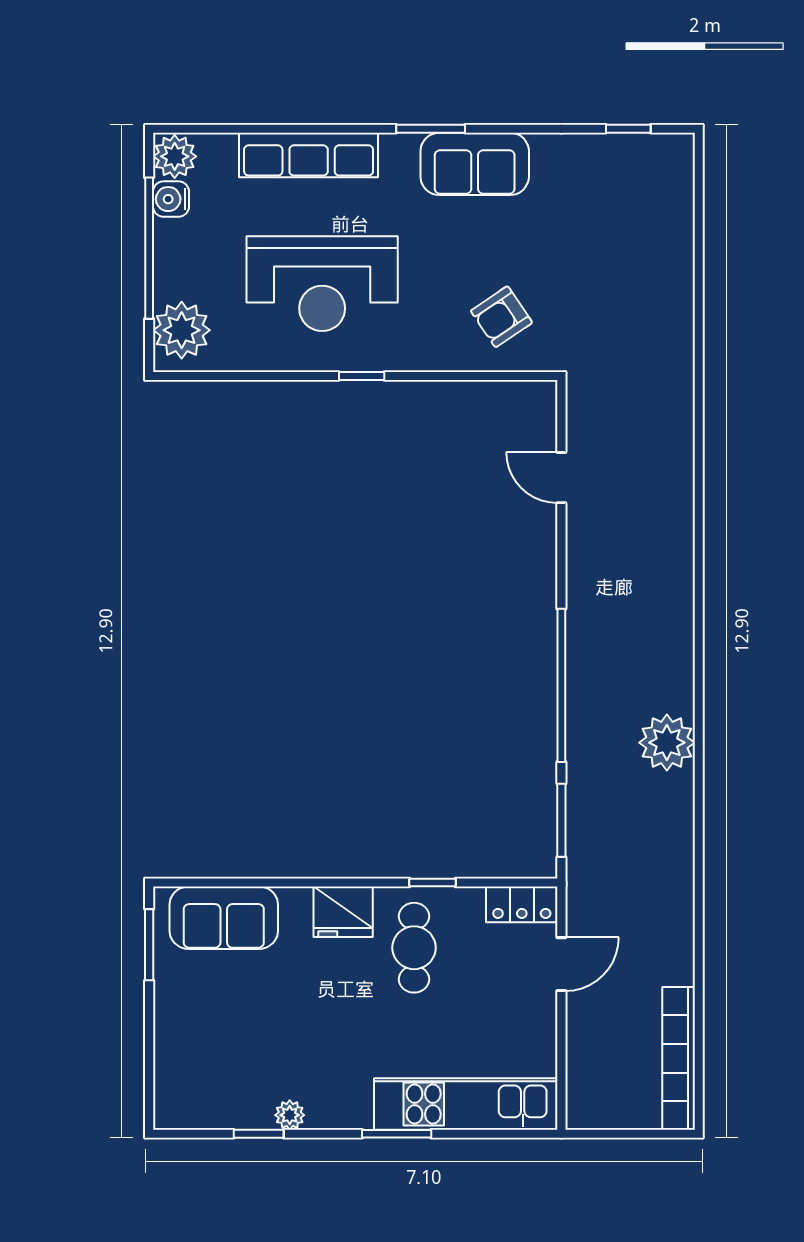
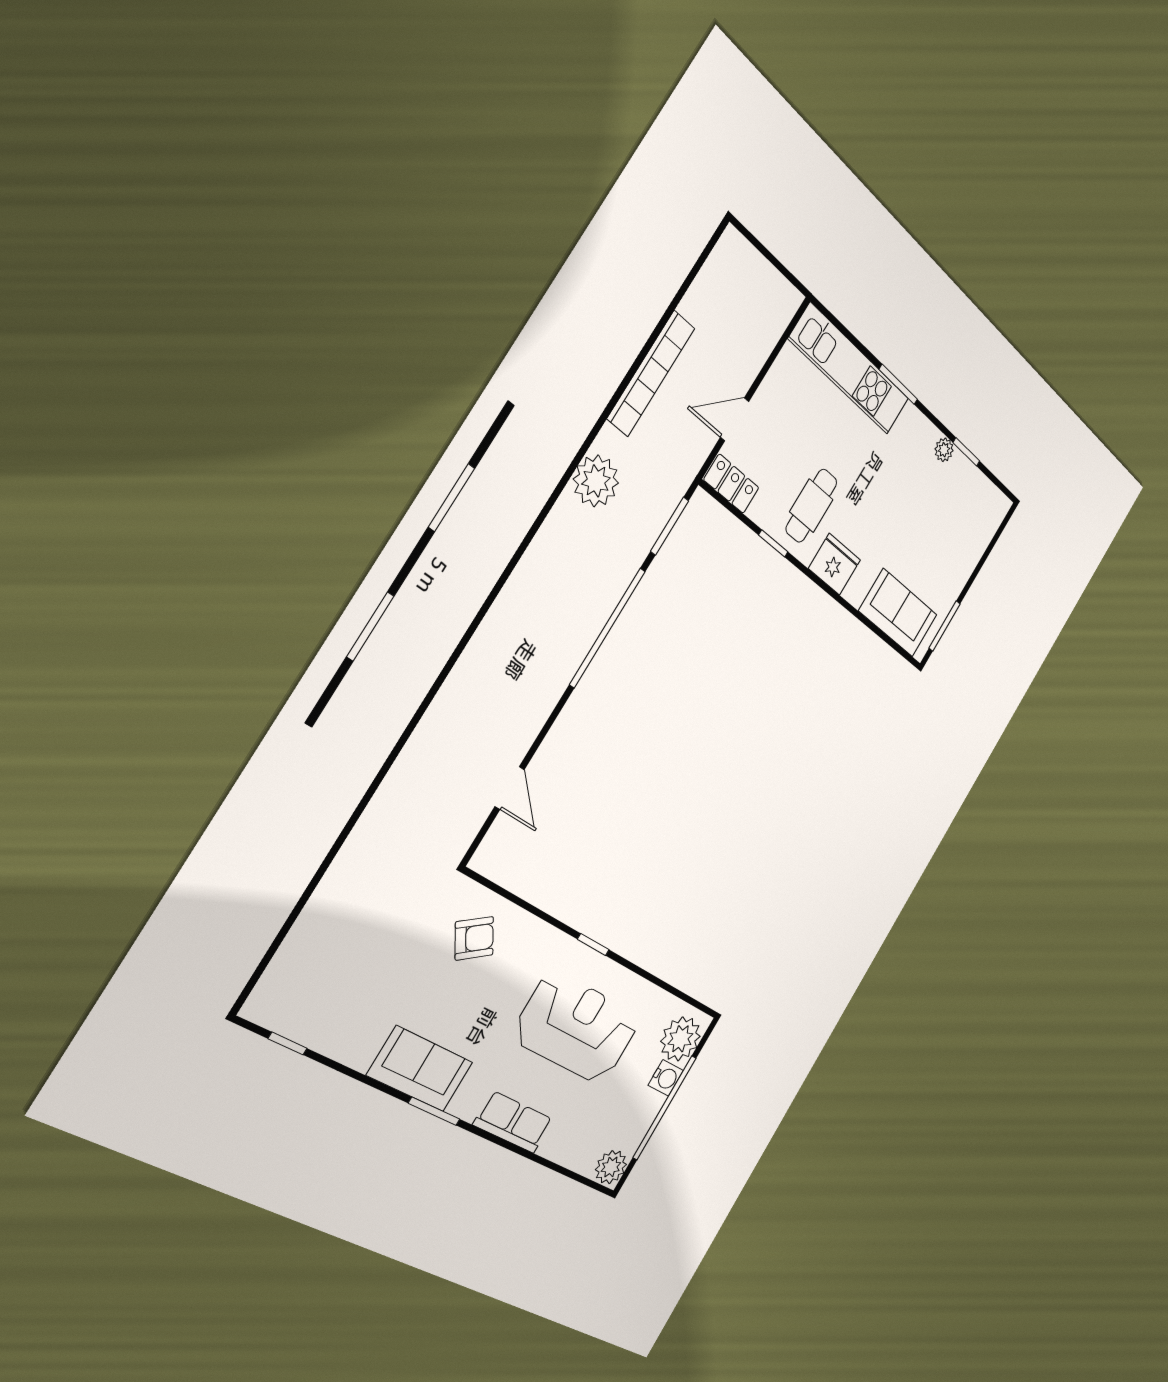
row of seats: (309, 155) -> (513, 1122), width x0.68
water cooler: (171, 199) -> (666, 1078), moved
plant: (667, 743) -> (596, 481), moved
bookcase: (679, 1058) -> (651, 373), moved

